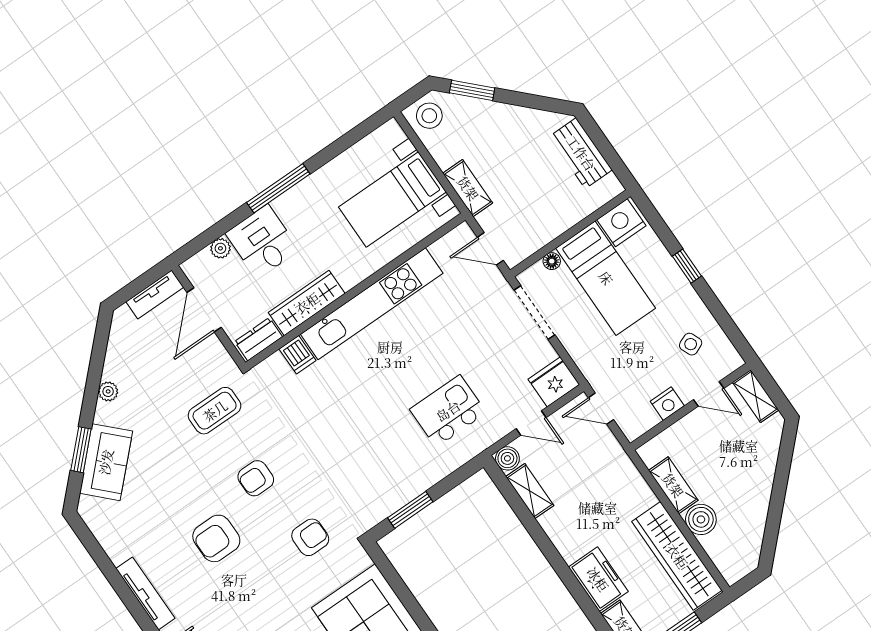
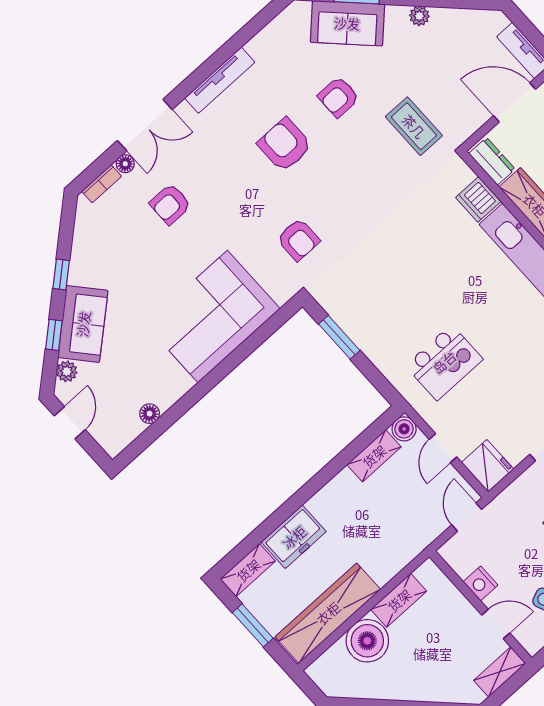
dishwasher: (298, 355) -> (478, 199), width x1.38
door: (709, 394) -> (496, 624), swing flipped
kitchen island: (448, 411) -> (444, 362), turned 90
armchair: (256, 478) -> (339, 97), moved, turned -90
boiler: (701, 519) -> (367, 641), width x1.37, depth x1.37

